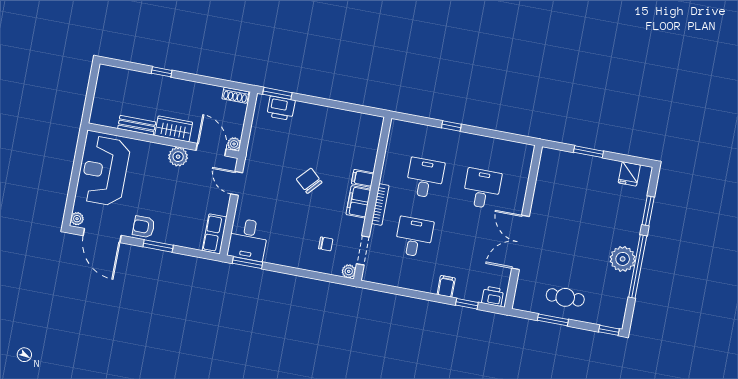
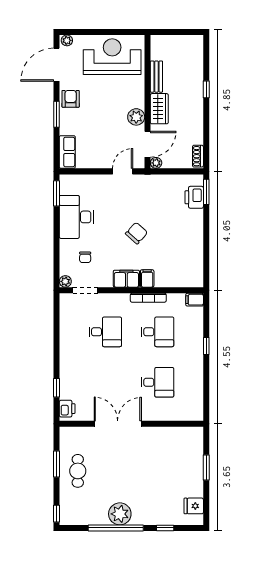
bookcase: (380, 205) -> (148, 298), moved
window: (648, 211) -> (165, 528), width x0.67
row of seats: (215, 234) -> (67, 152), moved, turned 90
desk: (248, 240) -> (76, 217), moved, width x1.37
filing cabinet: (446, 286) -> (195, 300), moved, turned 180

